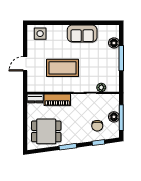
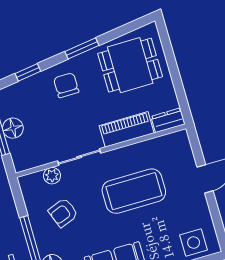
armchair: (101, 67) -> (63, 213), added
chair: (97, 126) -> (66, 85), moved

